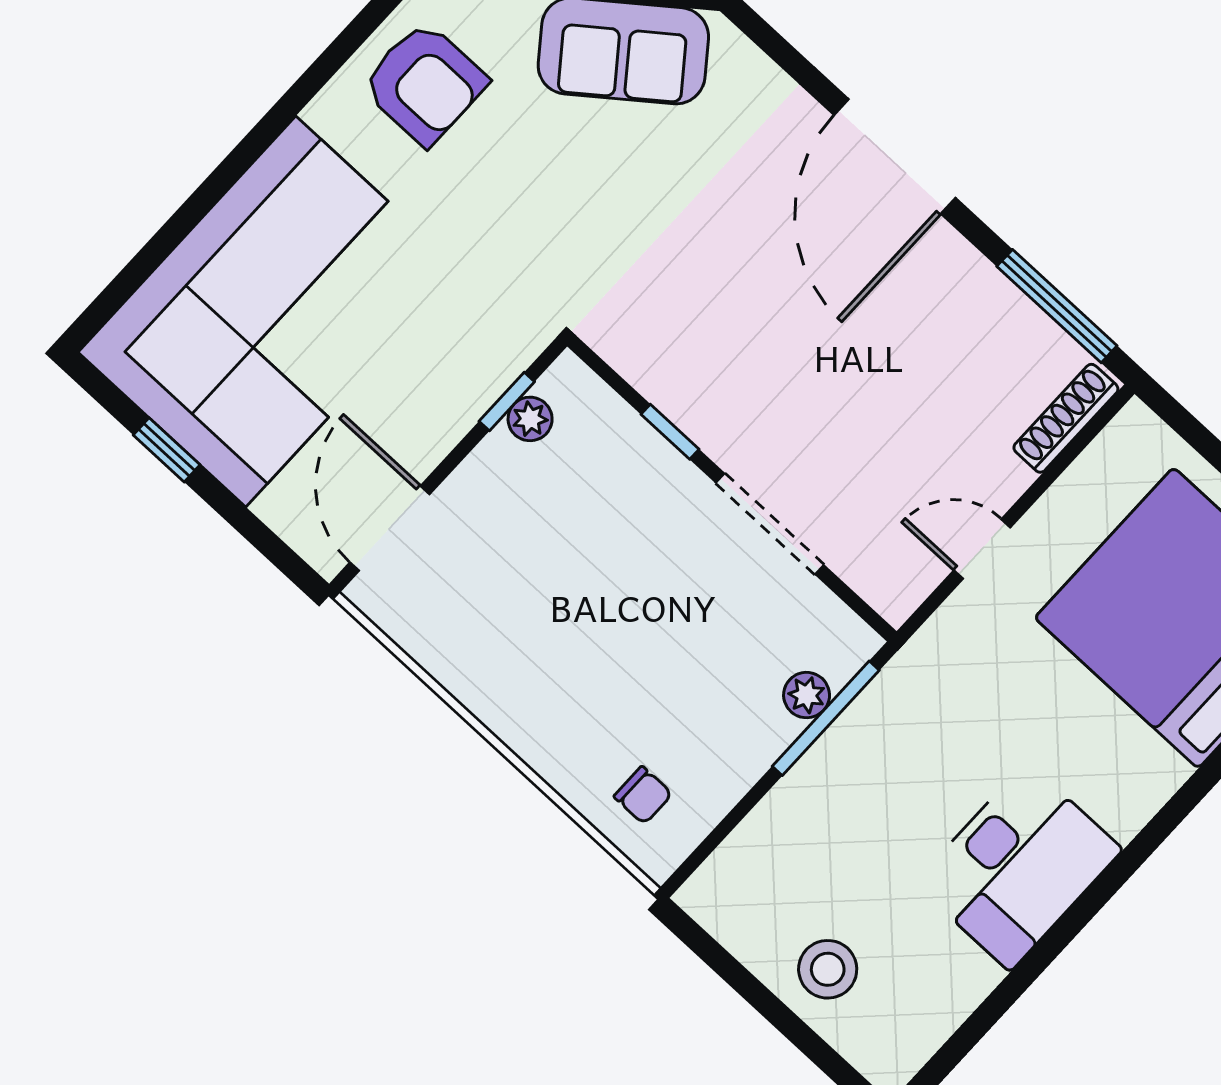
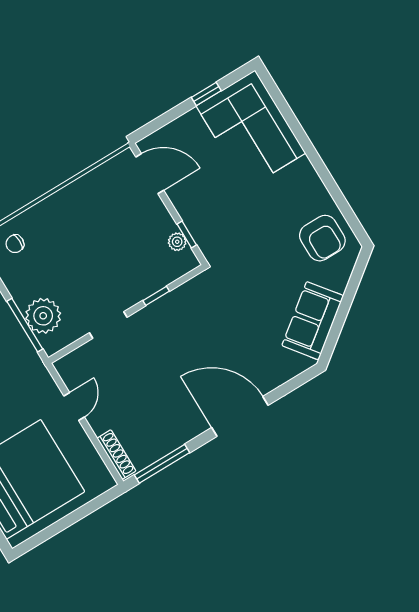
armchair: (425, 83) -> (322, 238), turned -90
corner sofa: (271, 312) -> (251, 130), width x0.73, depth x0.74
doorway: (770, 524) -> (108, 325), width x0.73
plant: (807, 695) -> (43, 316), width x1.87, depth x1.87

